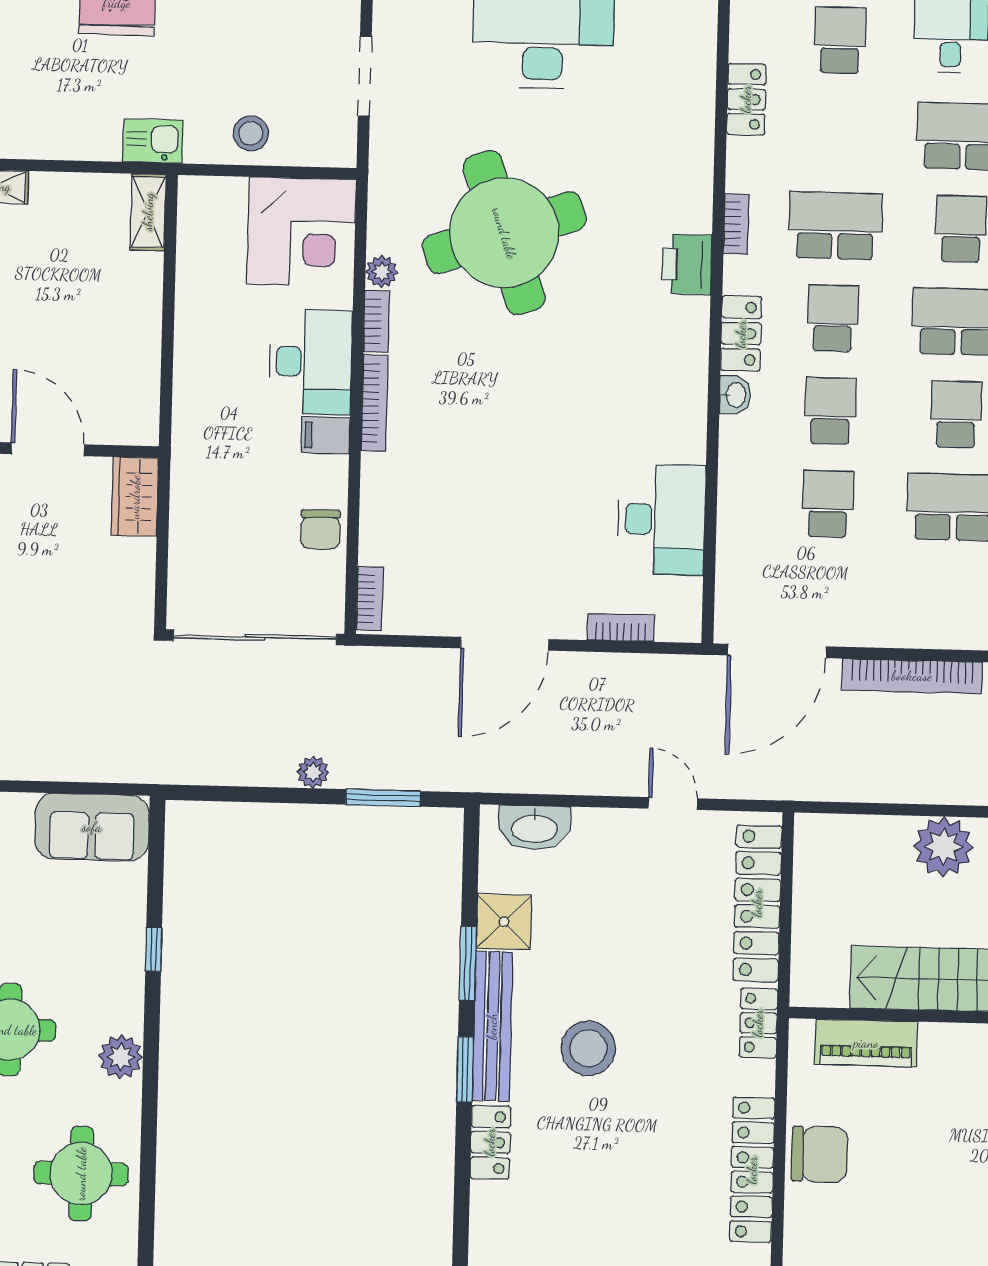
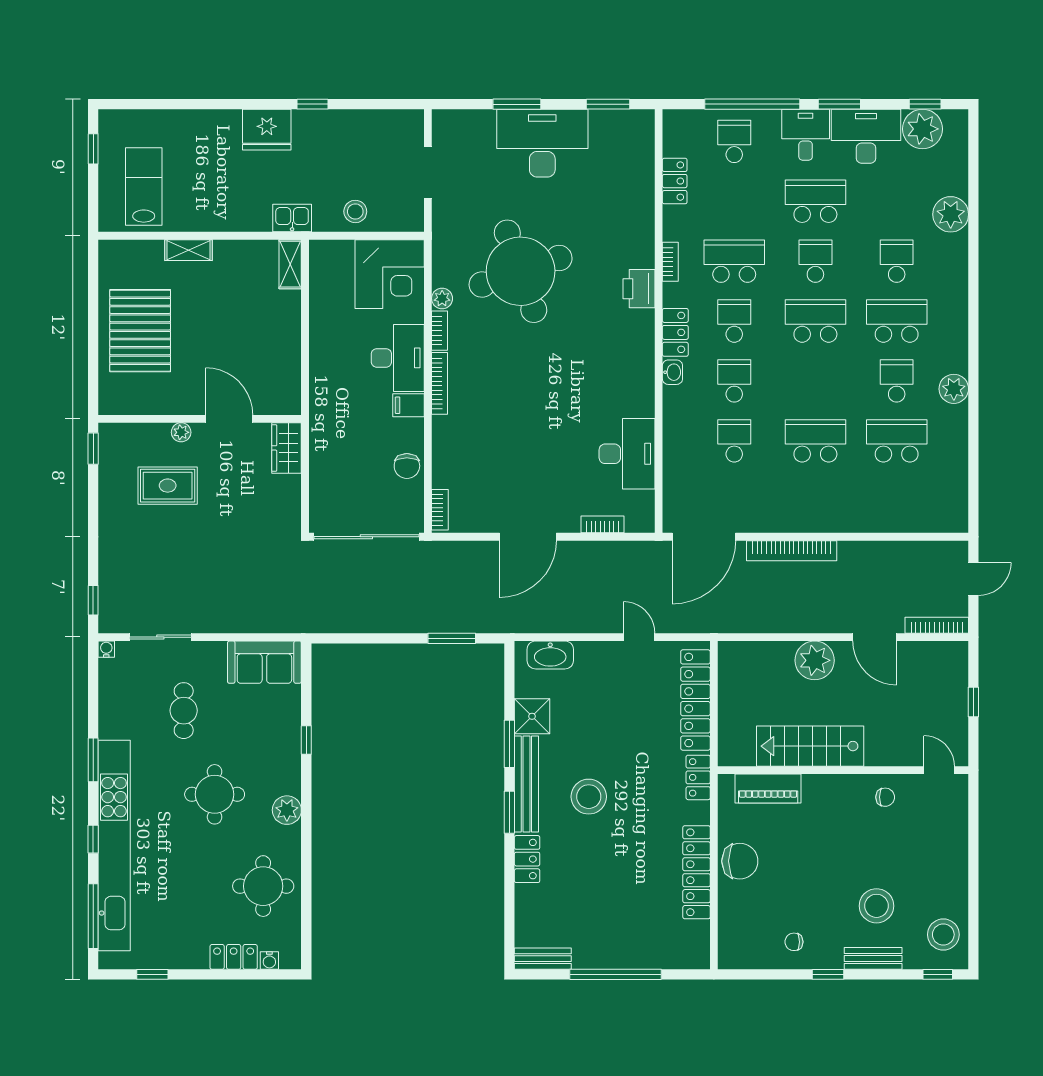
school desk: (956, 414) -> (815, 381), removed
plant: (313, 772) -> (406, 623), removed

